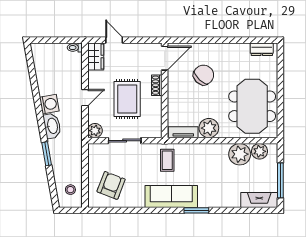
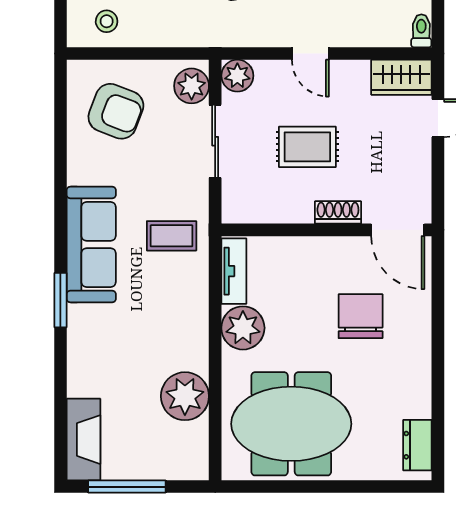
chair: (204, 75) -> (361, 316), turned -134
rug: (127, 99) -> (307, 147), width x0.73, depth x0.70
plant: (260, 151) -> (192, 86), moved

